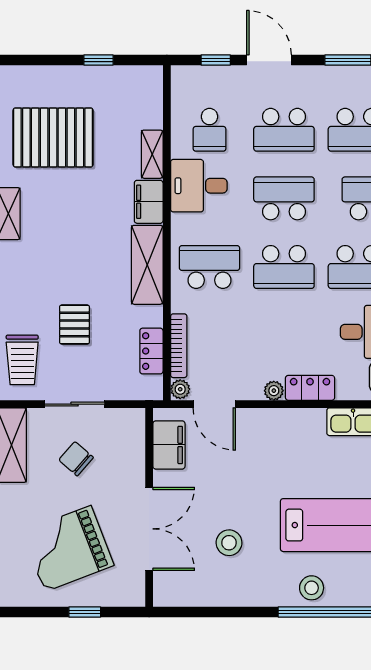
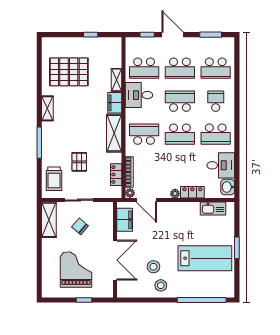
school desk: (209, 130) -> (144, 68), width x1.85
grand piano: (68, 549) -> (76, 270), turned 111
stool: (312, 588) -> (161, 285), moved

